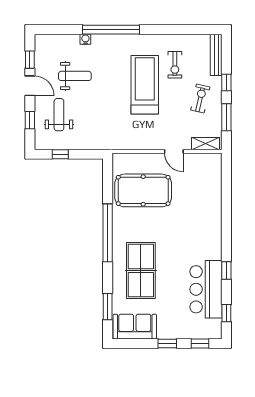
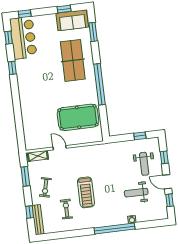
window: (226, 83) -> (30, 212), moved
treadmill: (145, 85) -> (86, 192), width x0.73, depth x0.73
bar counter: (206, 289) -> (23, 38), moved
window: (167, 343) -> (64, 9), moved

